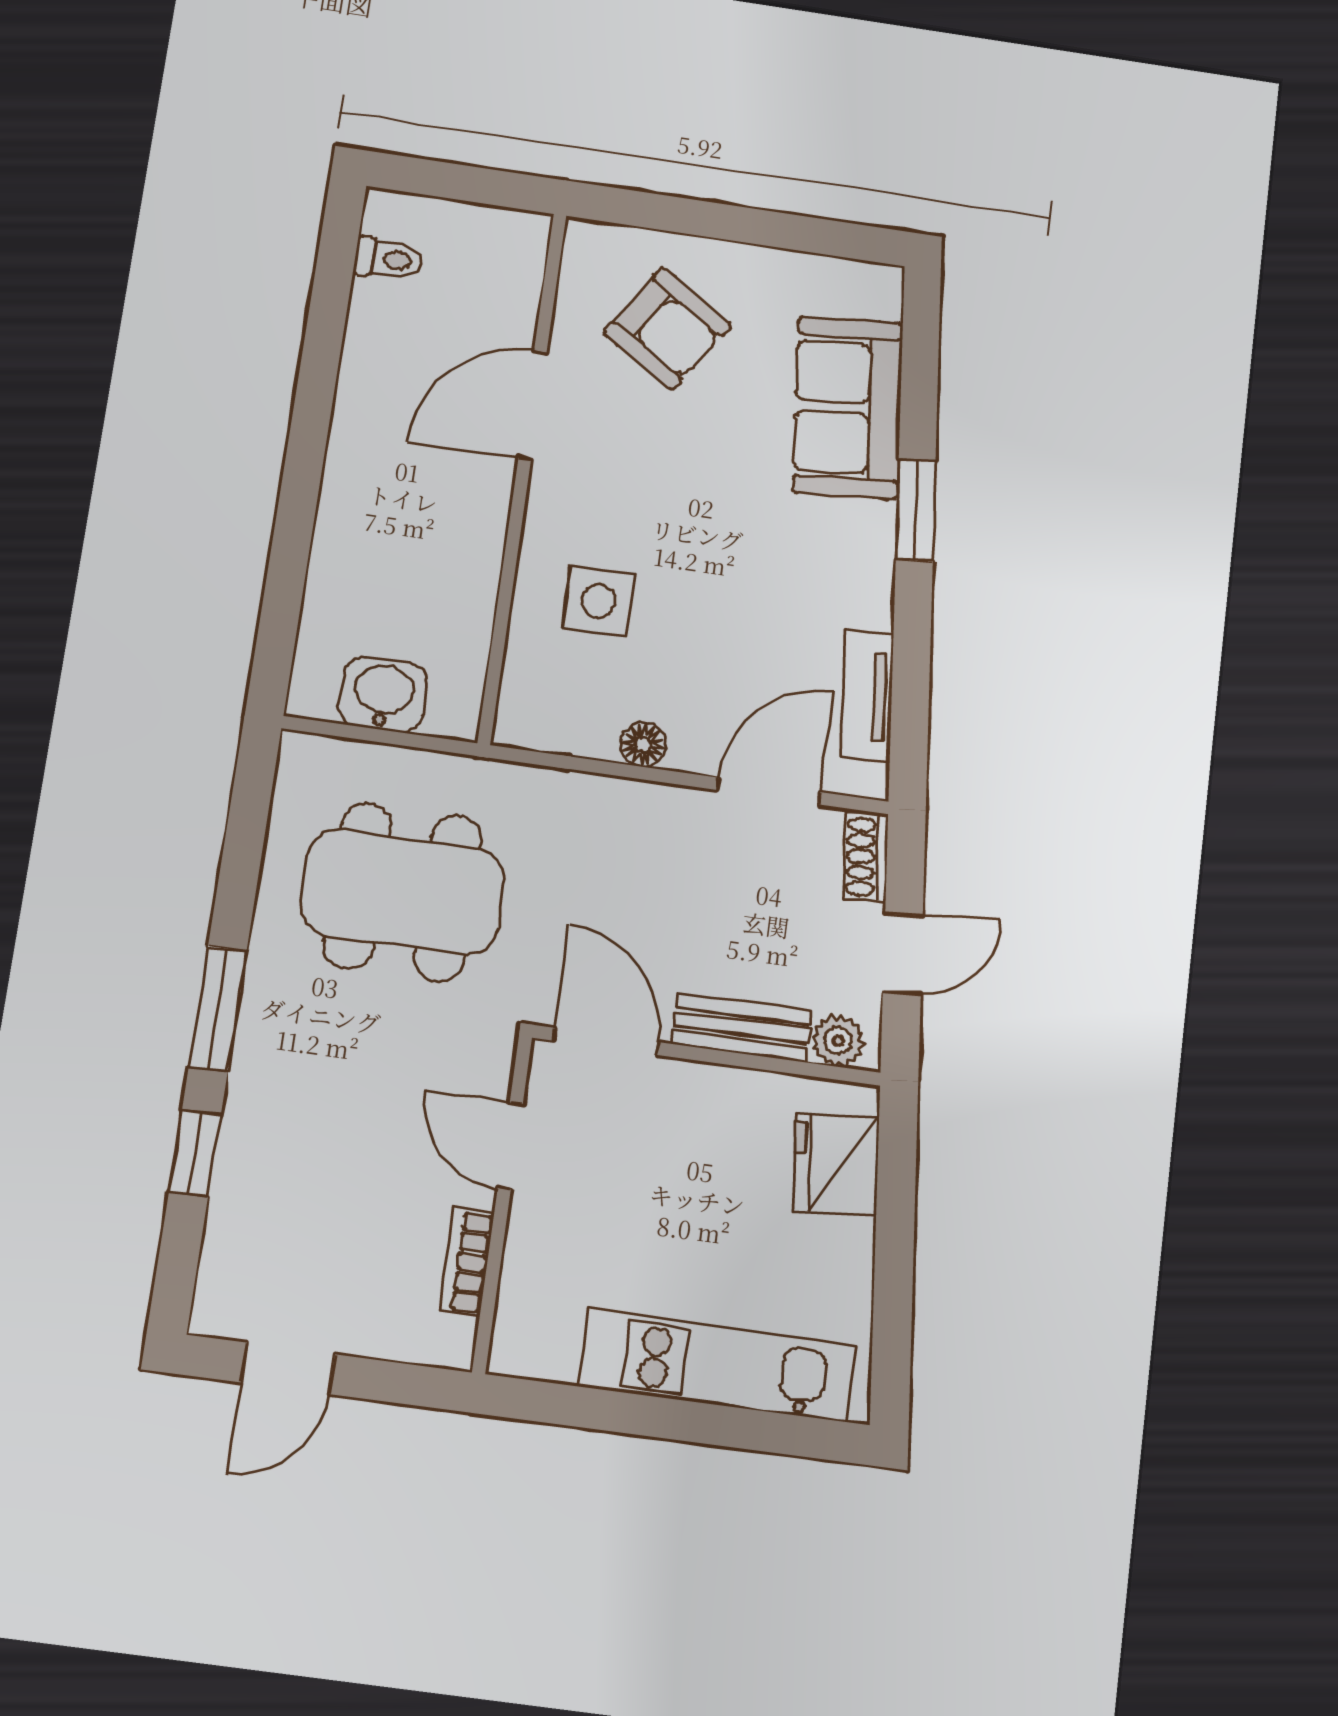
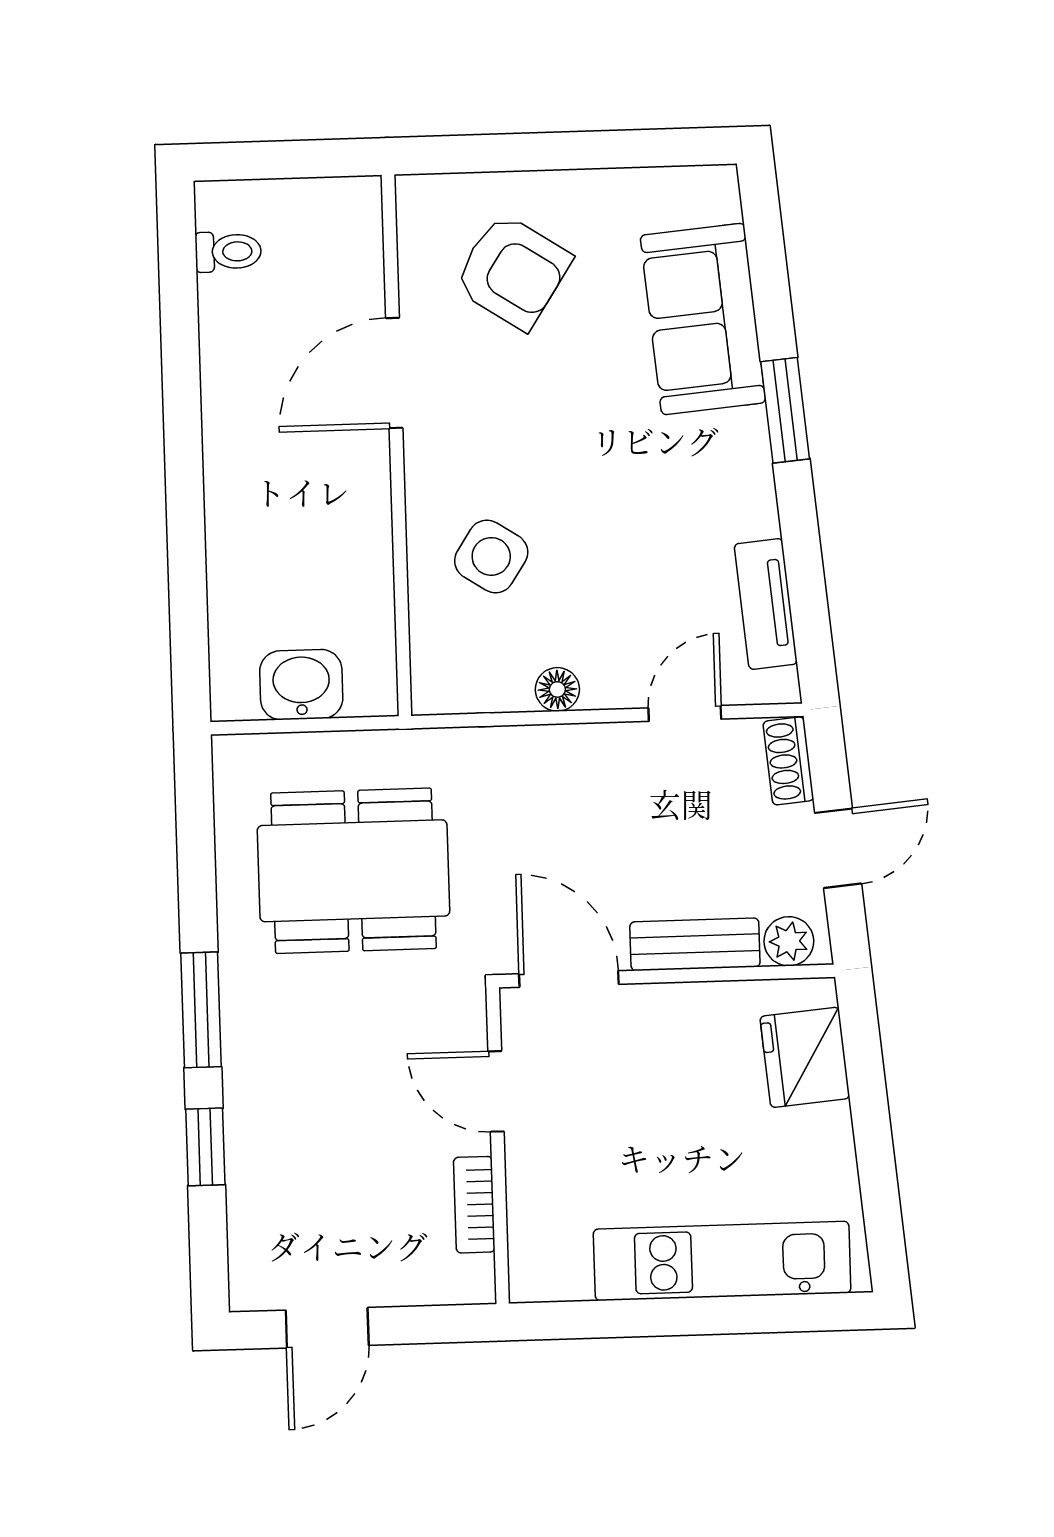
side table: (599, 601) -> (491, 556), turned 33
door: (768, 791) -> (685, 713), width x0.73

